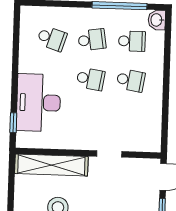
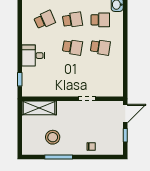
school desk: (52, 38) -> (45, 20), turned -42
desk: (38, 103) -> (33, 56), width x0.53, depth x0.77
shelving: (51, 165) -> (39, 108), width x0.68

